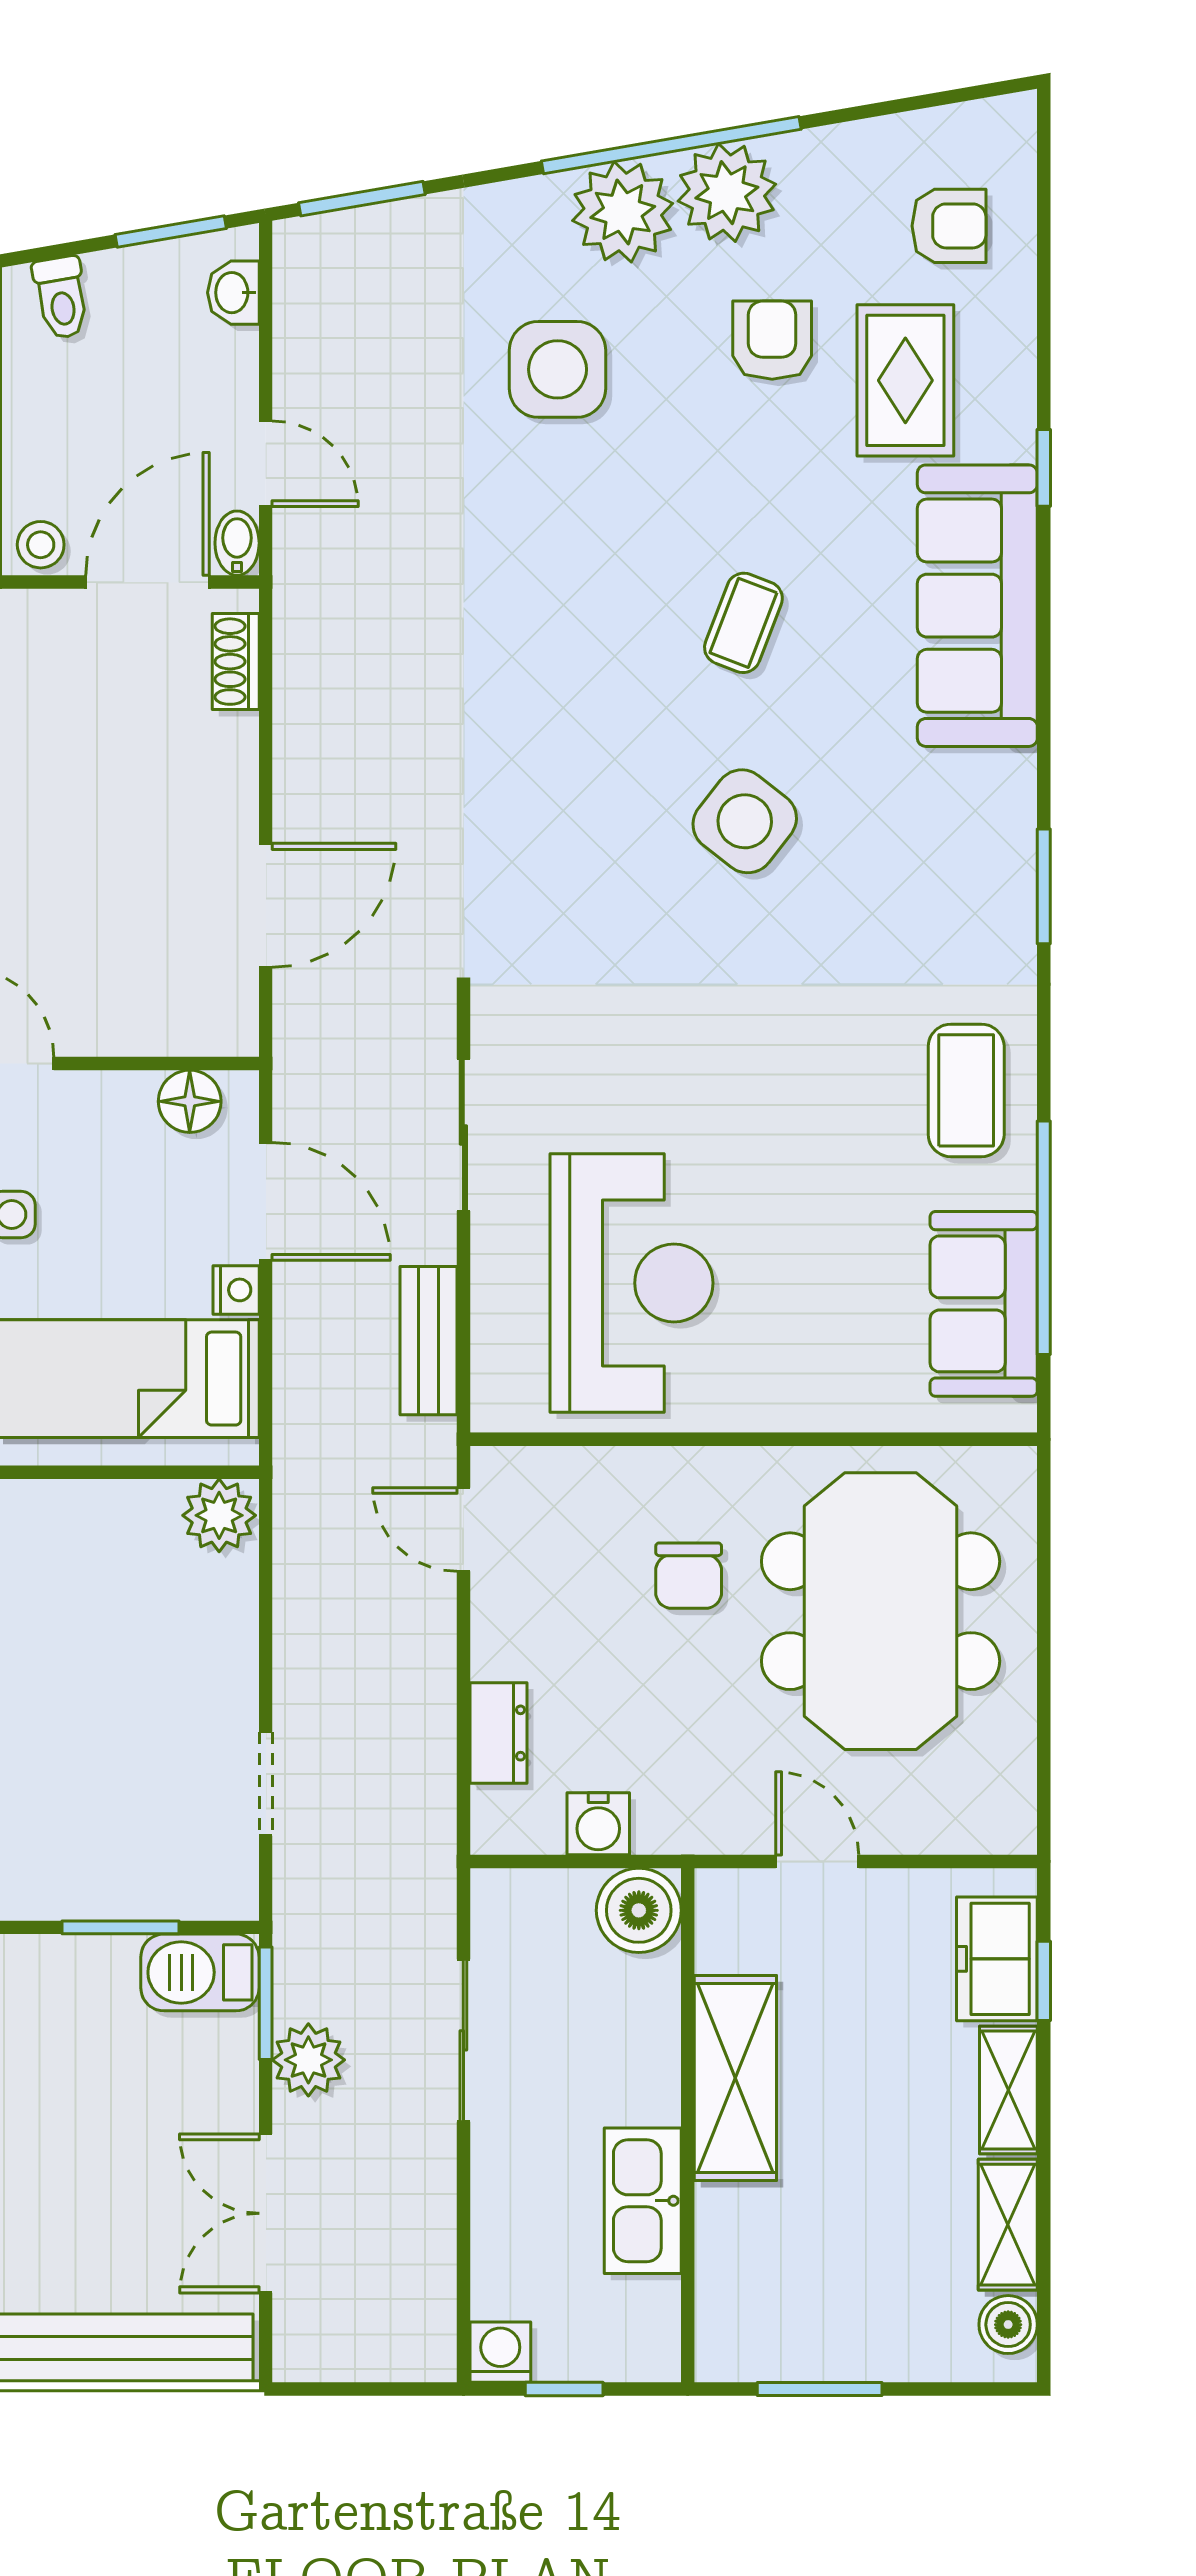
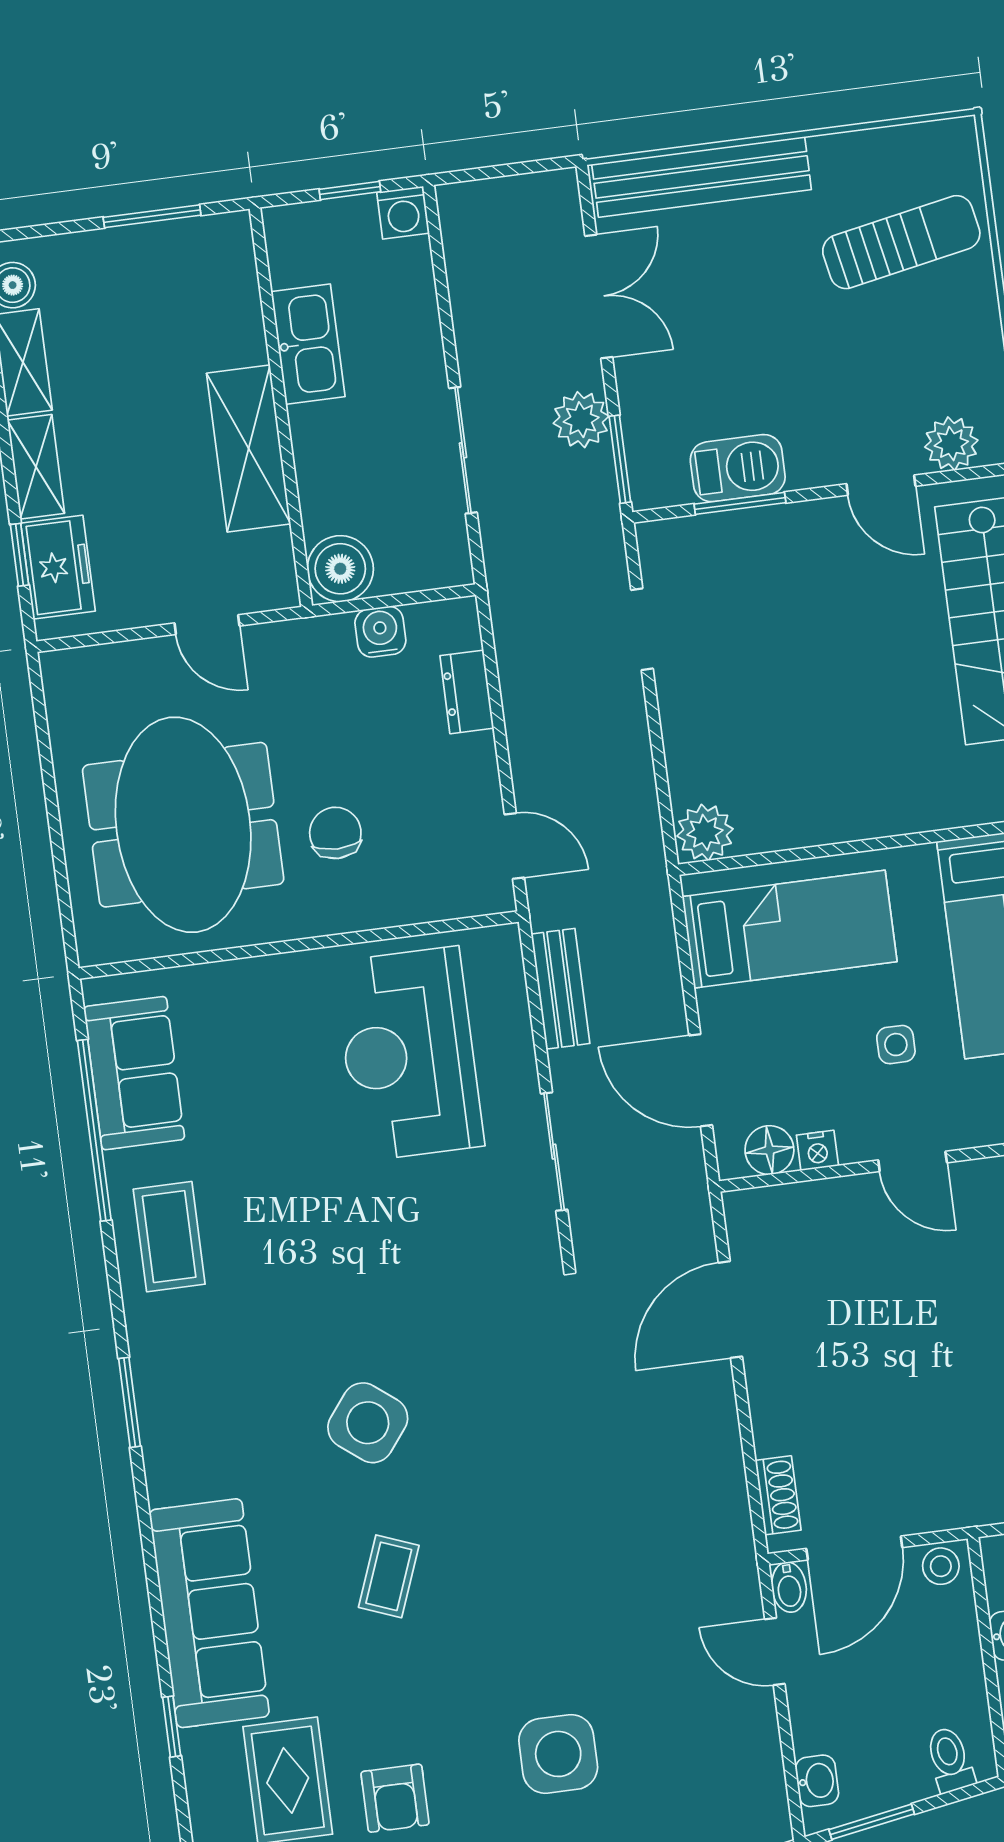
nightstand: (236, 1290) -> (817, 1150), moved, turned -90
barbecue: (200, 1972) -> (738, 468), moved

